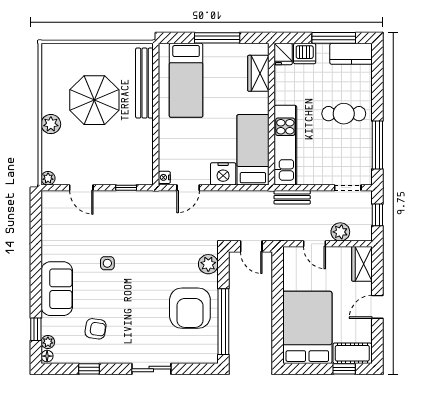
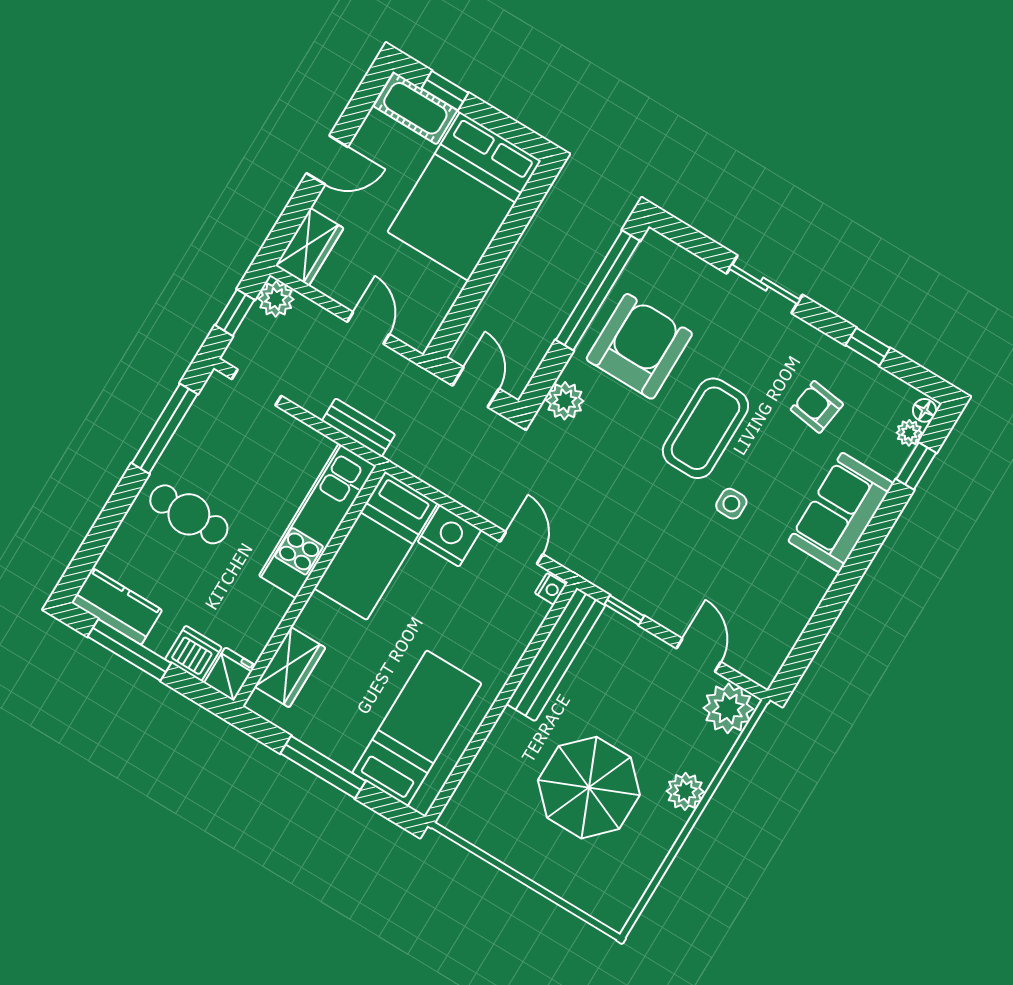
bench: (144, 83) -> (556, 654), moved
plant: (48, 178) -> (728, 708), width x1.88, depth x1.88
door: (188, 188) -> (521, 548), hinge flipped
plant: (340, 232) -> (276, 299), moved
coffee table: (139, 290) -> (705, 428), added

